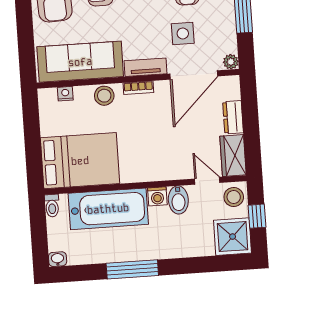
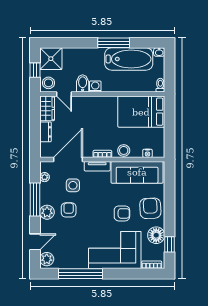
plant: (231, 62) -> (45, 177), moved
bathtub: (108, 209) -> (129, 59), moved, turned 180

